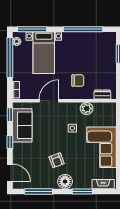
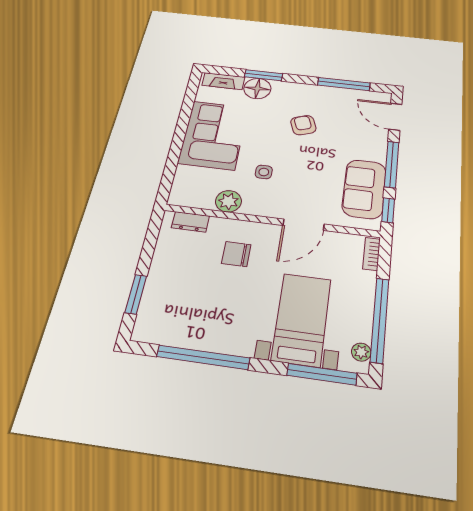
window: (10, 142) -> (392, 164), width x2.17
floor lamp: (65, 182) -> (257, 89), moved

